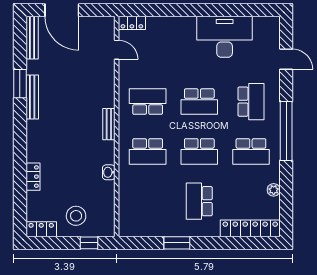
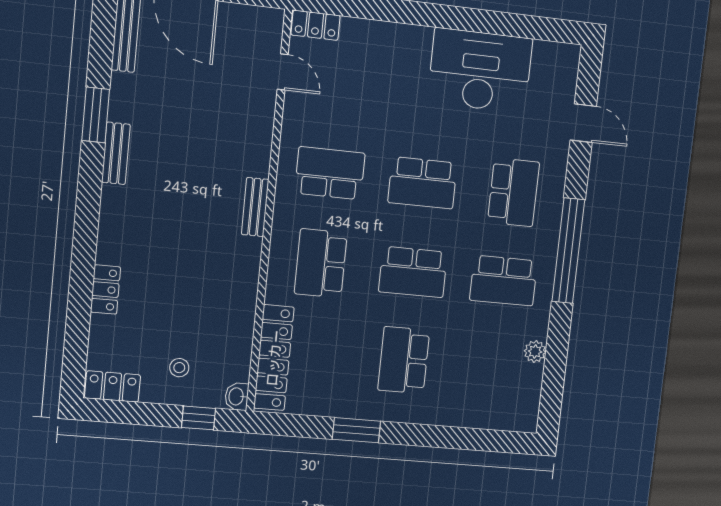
bench: (32, 97) -> (116, 153), width x0.73
school desk: (148, 151) -> (321, 263), turned 90
washbasin: (109, 172) -> (237, 396), moved
stool: (76, 216) -> (179, 368), width x0.53, depth x0.53
locker: (250, 228) -> (274, 358), moved, turned 90

